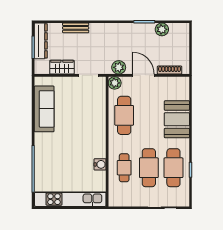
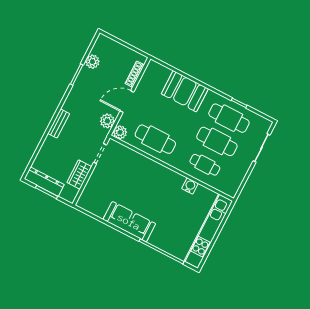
bench: (76, 28) -> (59, 124), moved
sofa: (44, 109) -> (129, 222), moved

